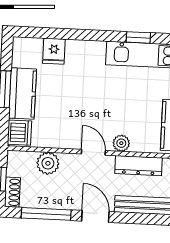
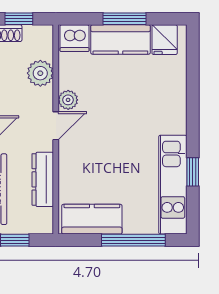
fridge: (54, 51) -> (165, 40), moved, turned -90
plant: (121, 143) -> (68, 100), moved

